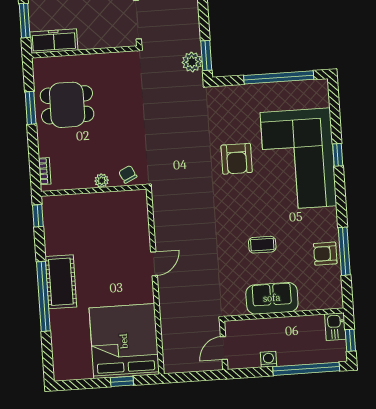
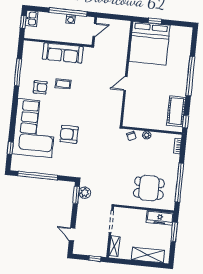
dining table: (67, 105) -> (149, 188), moved
window: (31, 108) -> (179, 183), width x2.11
window: (338, 155) -> (10, 148), moved
armchair: (237, 159) -> (69, 134), turned -90
armchair: (325, 254) -> (40, 87), moved
cot: (61, 282) -> (176, 111), moved
sofa: (272, 298) -> (63, 53), width x1.36
kitchen sink: (335, 327) -> (32, 18), moved
window: (306, 369) -> (68, 12), moved

